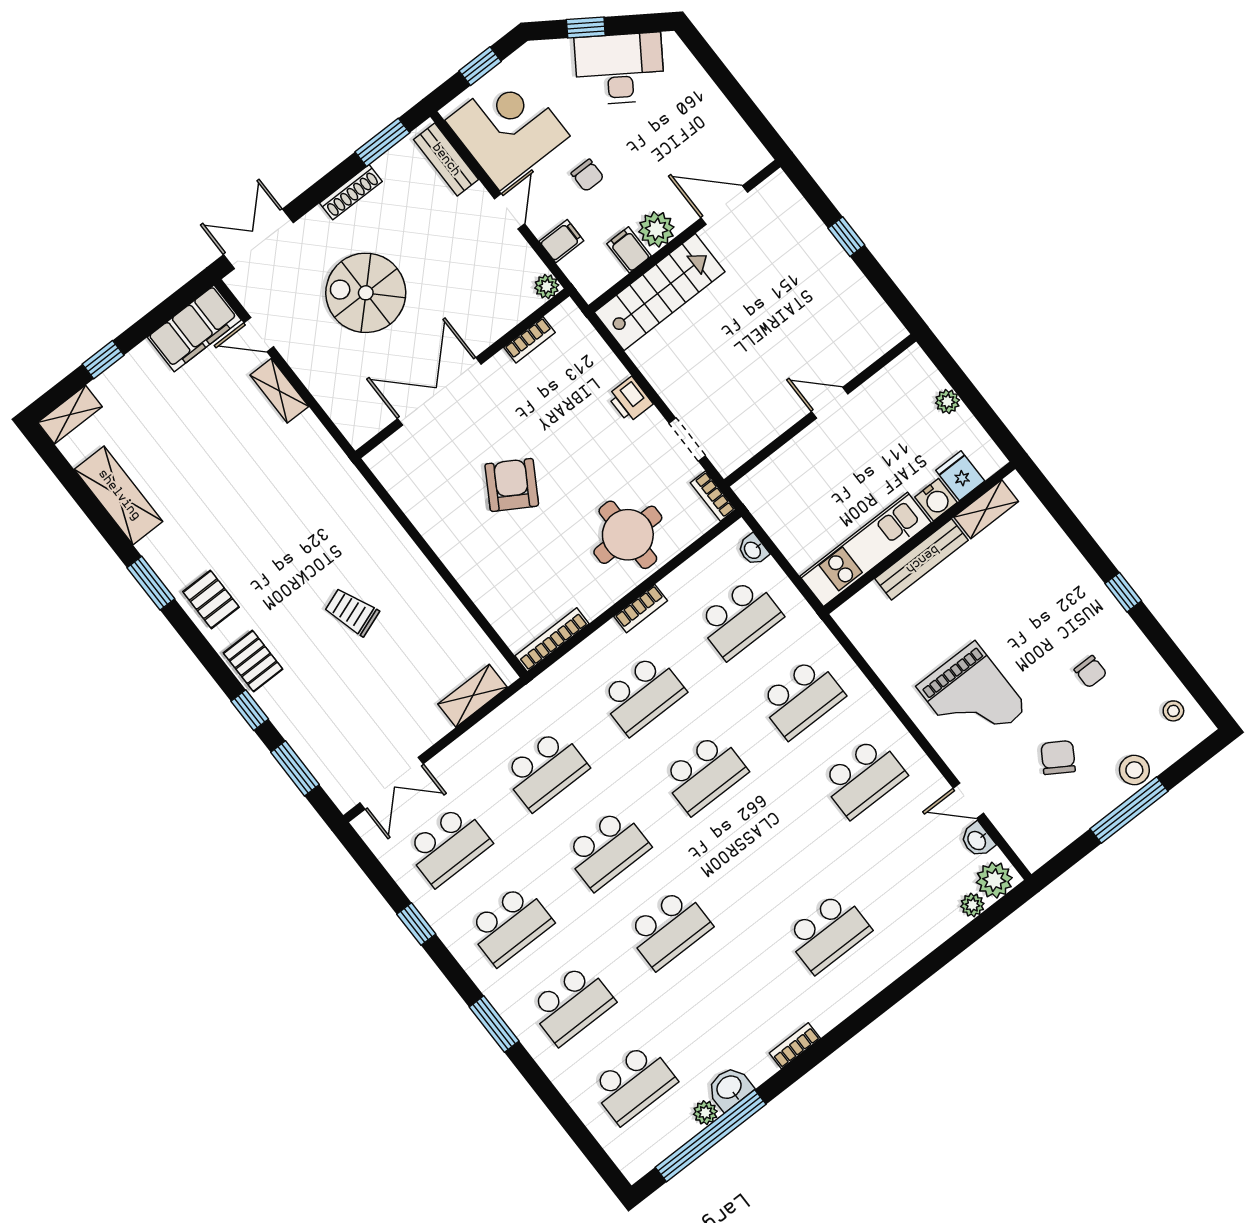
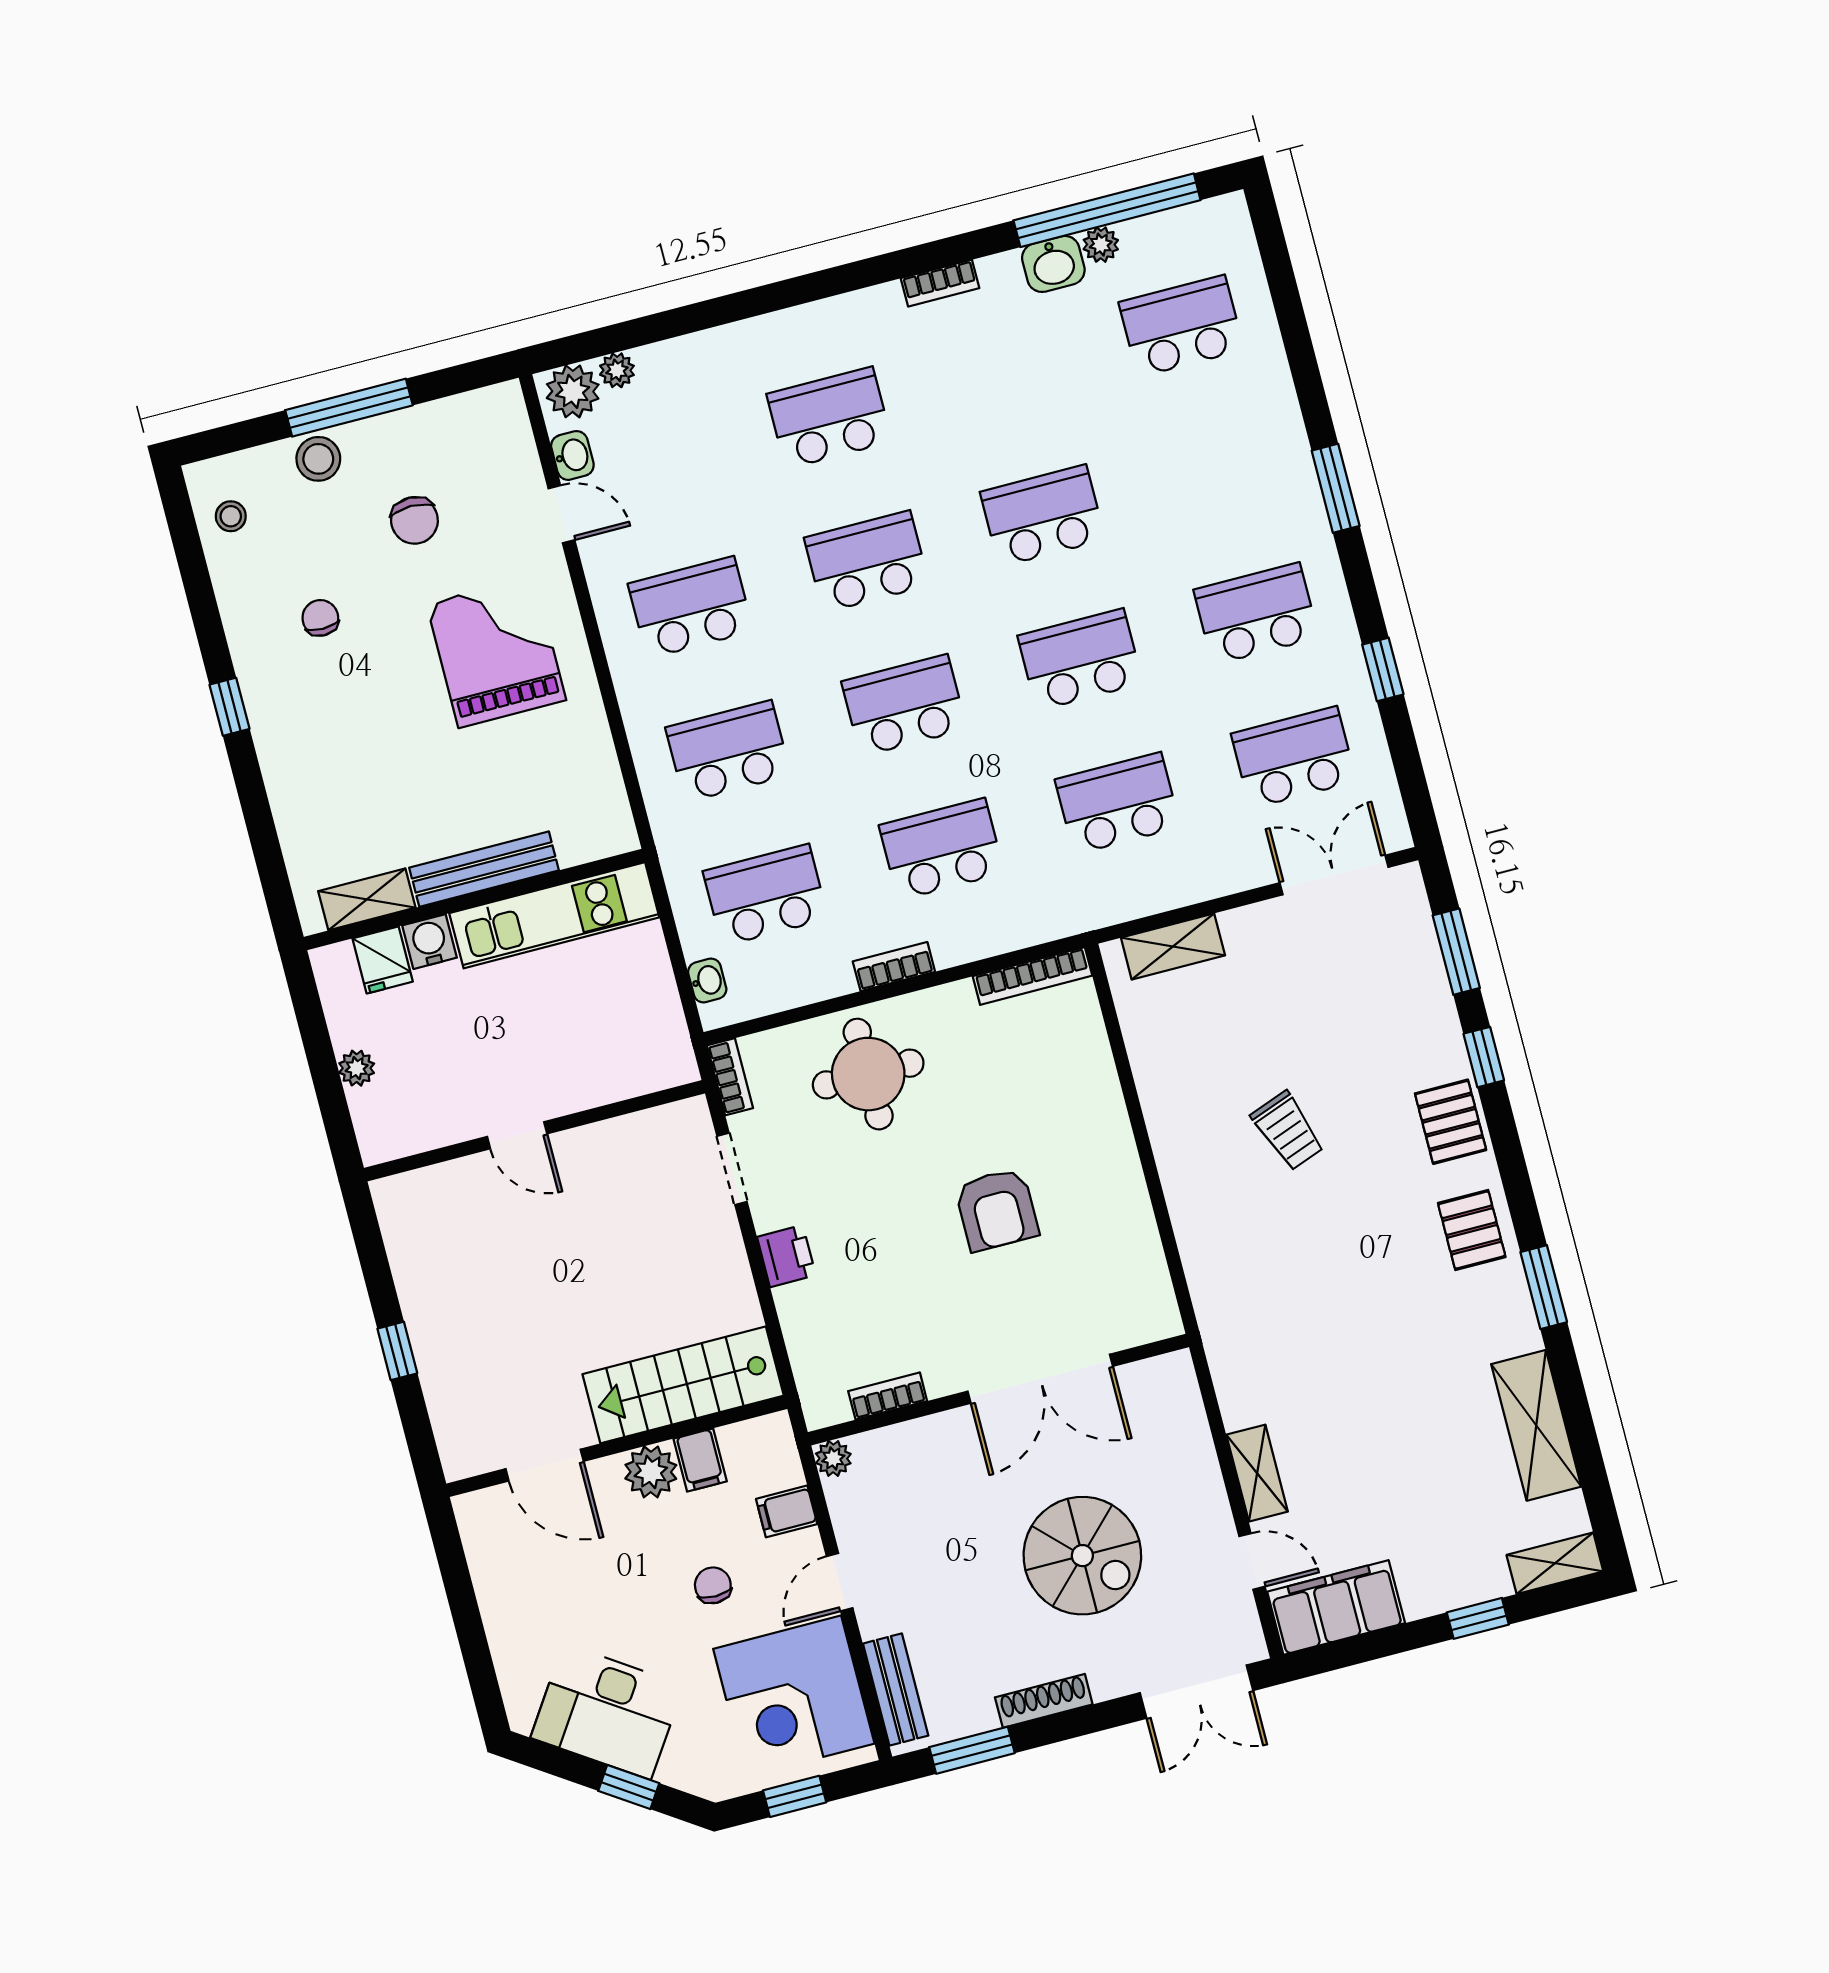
armchair: (512, 485) -> (997, 1210), turned -31
chair: (1058, 758) -> (414, 520), turned -32
school desk: (572, 1004) -> (867, 562), moved

